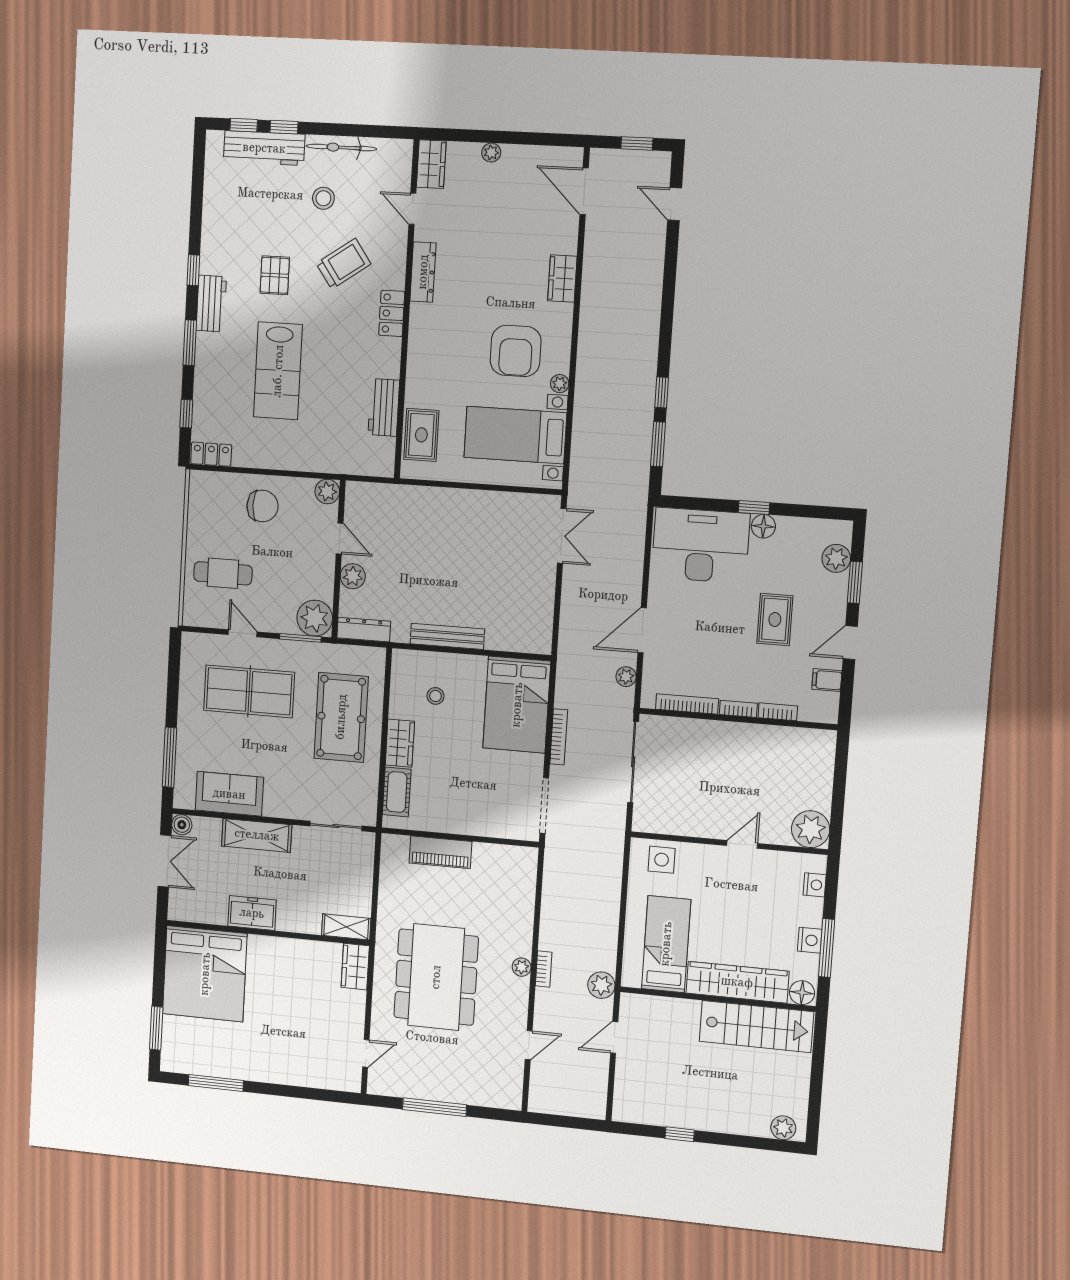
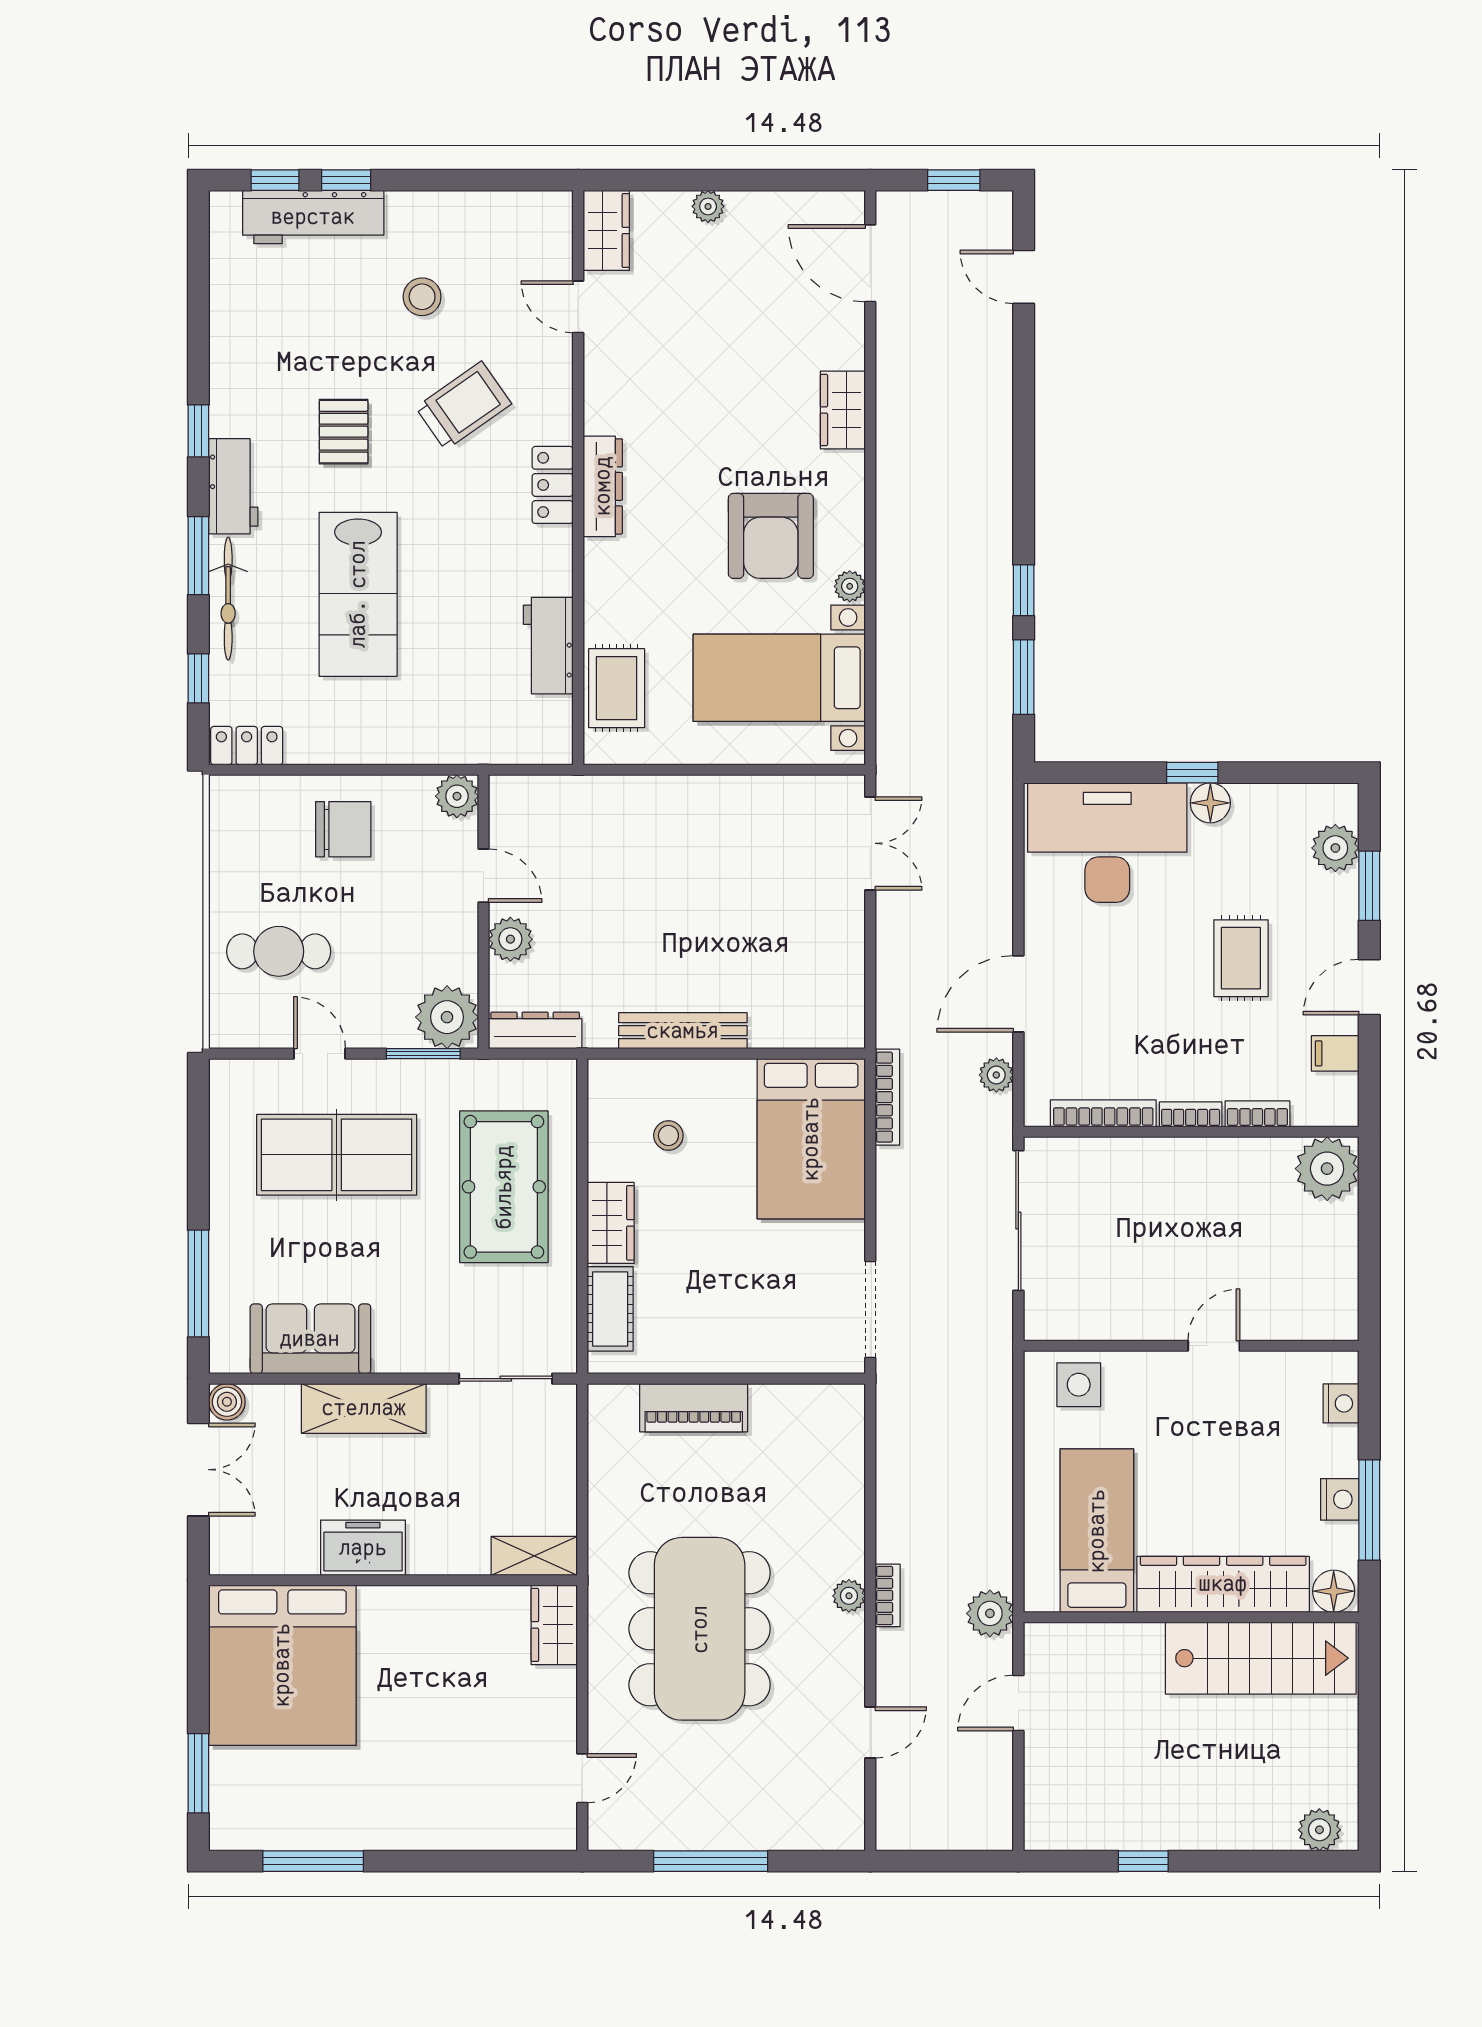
bicycle: (341, 147) -> (228, 599), moved, turned -90
dresser: (423, 272) -> (603, 486), moved
bookcase: (559, 737) -> (887, 1097), moved
plant: (811, 829) -> (1327, 1169), moved

